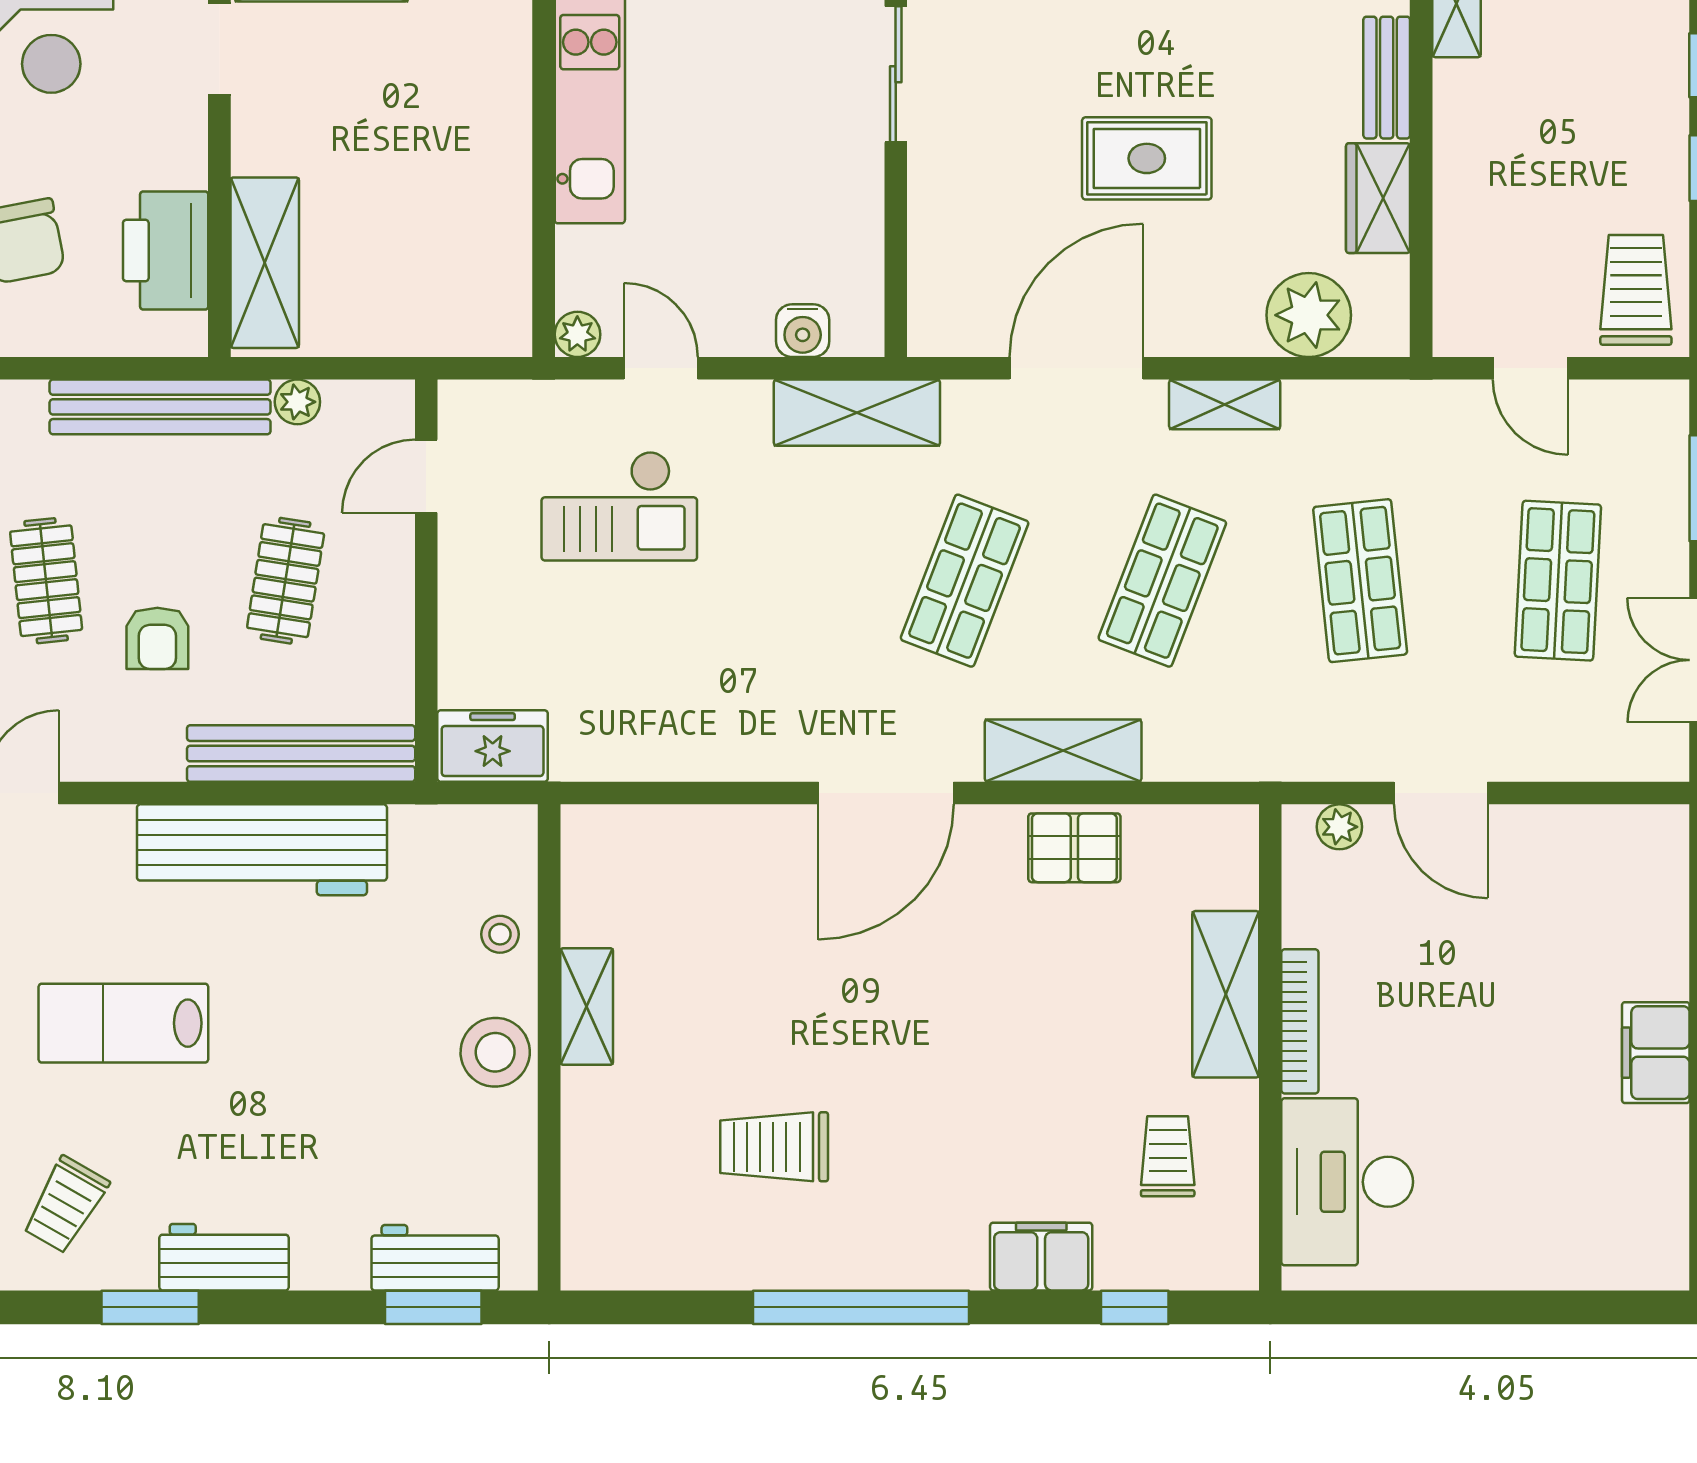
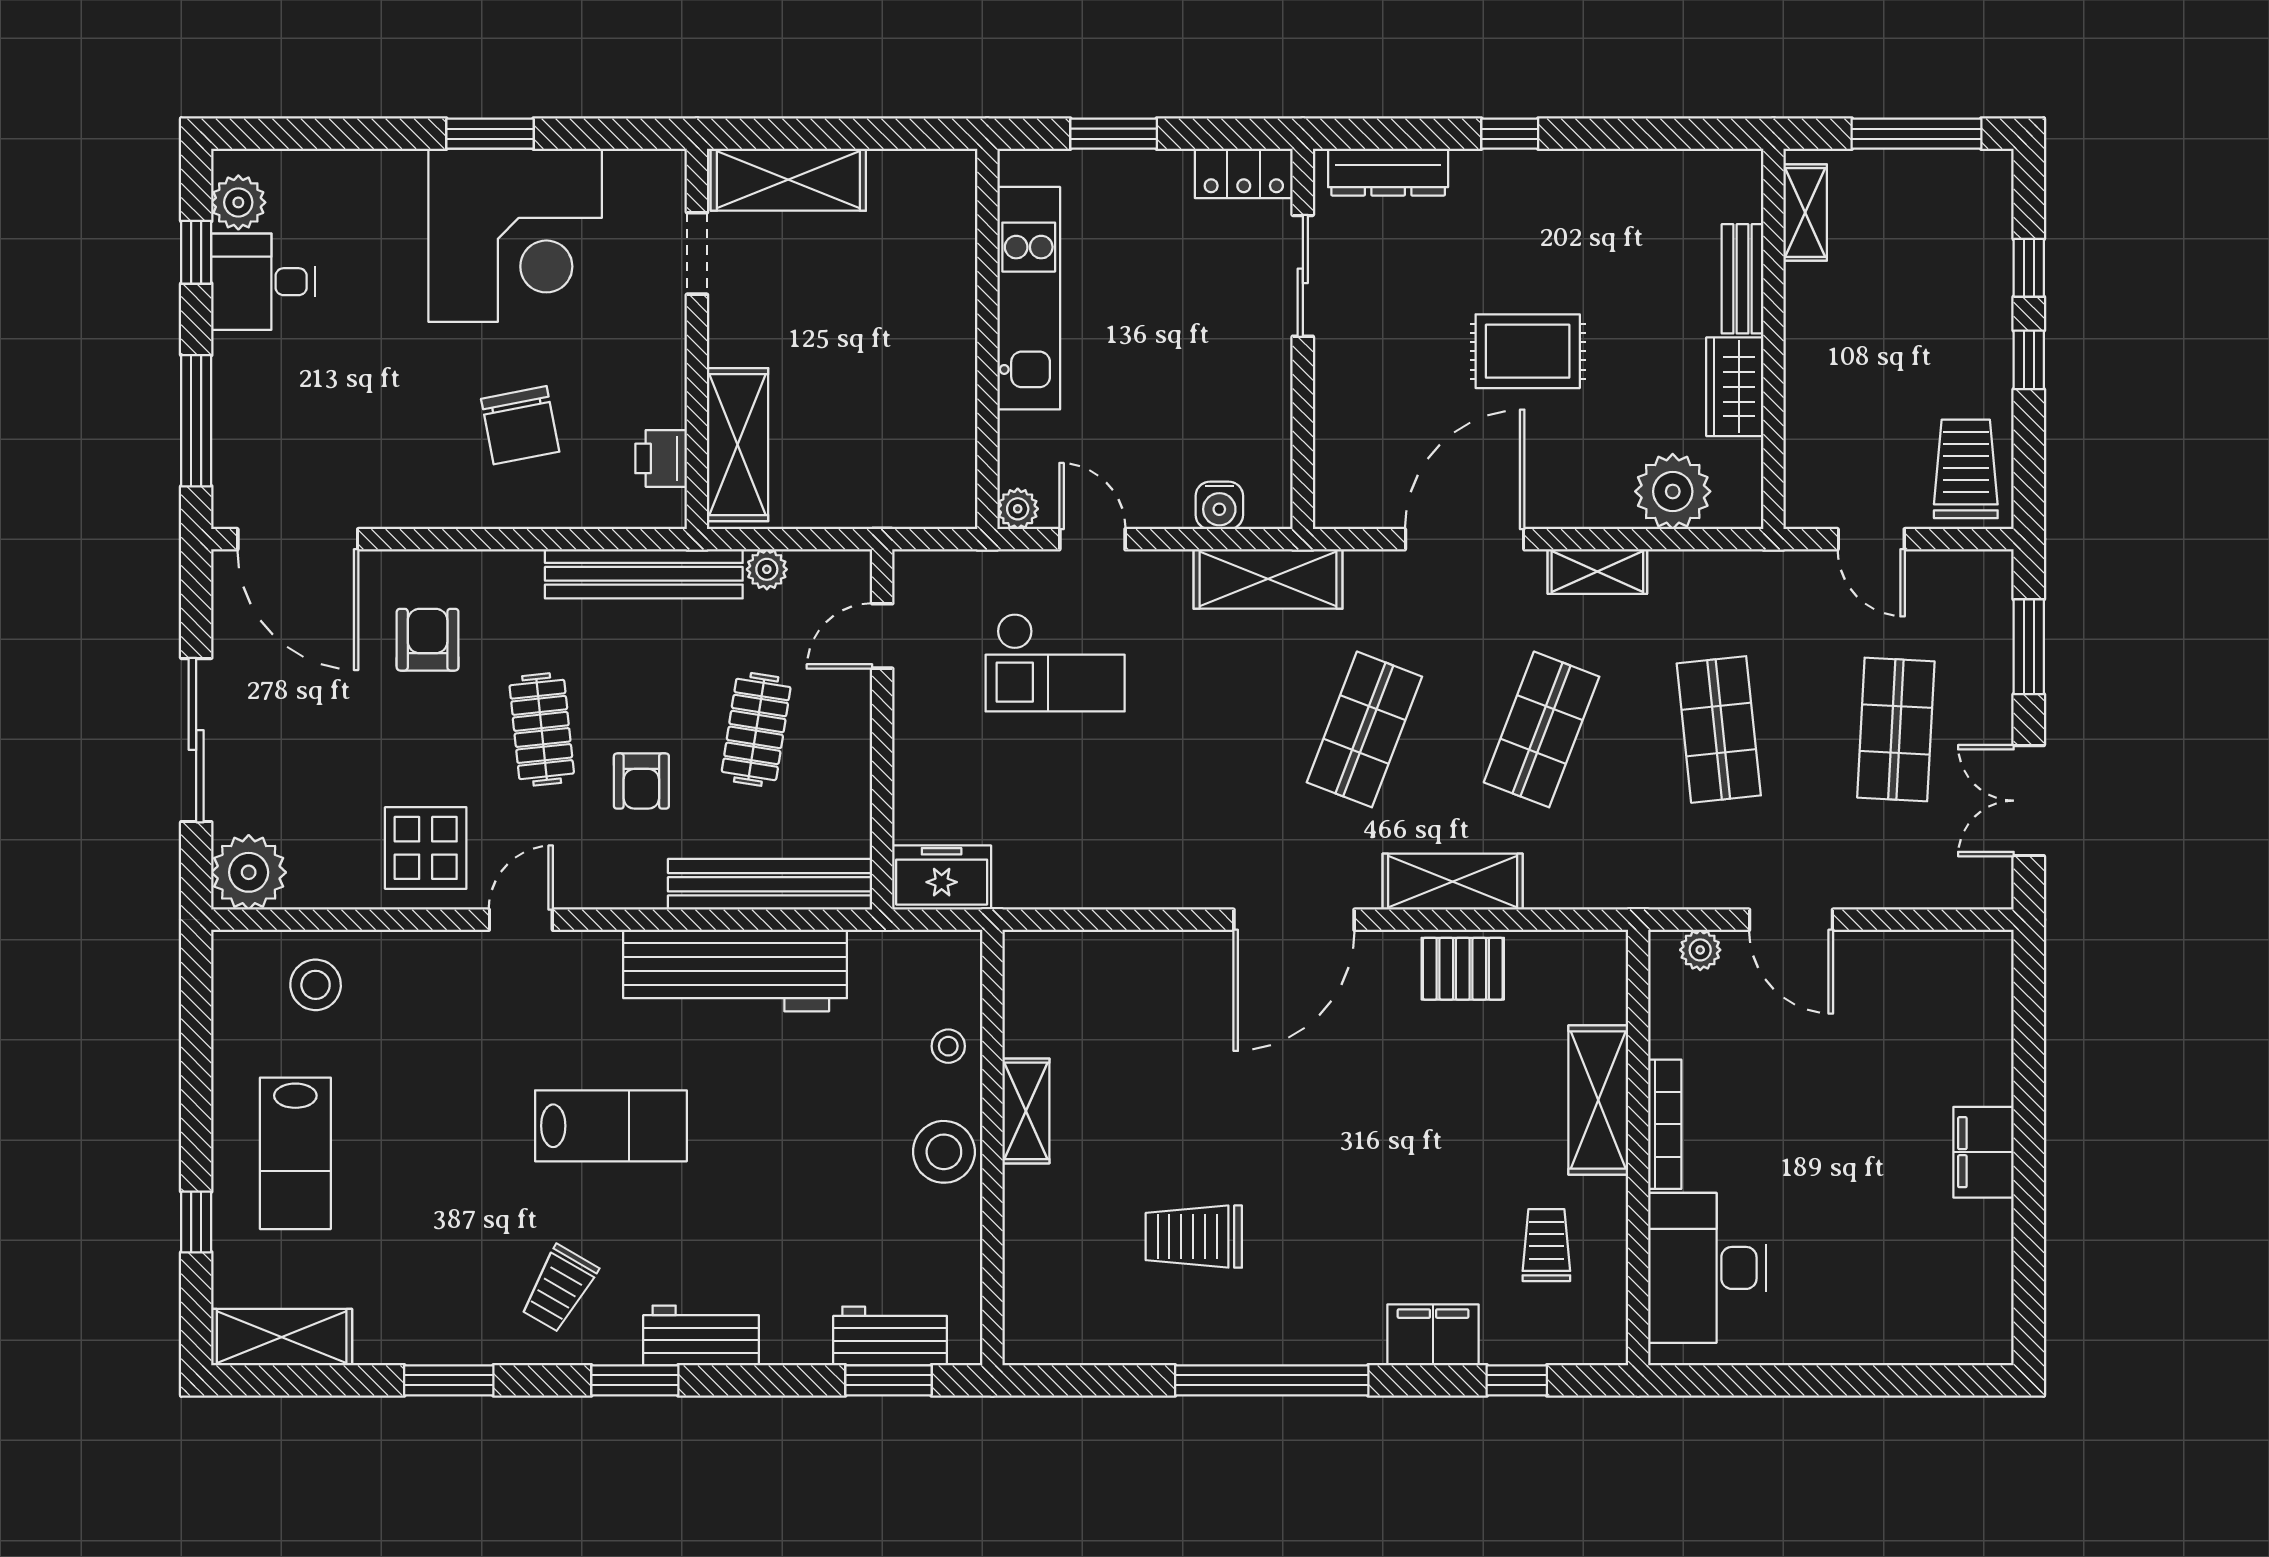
printer: (166, 250) -> (661, 458), width x0.53, depth x0.68
lab bench: (123, 1023) -> (611, 1126), turned 180

